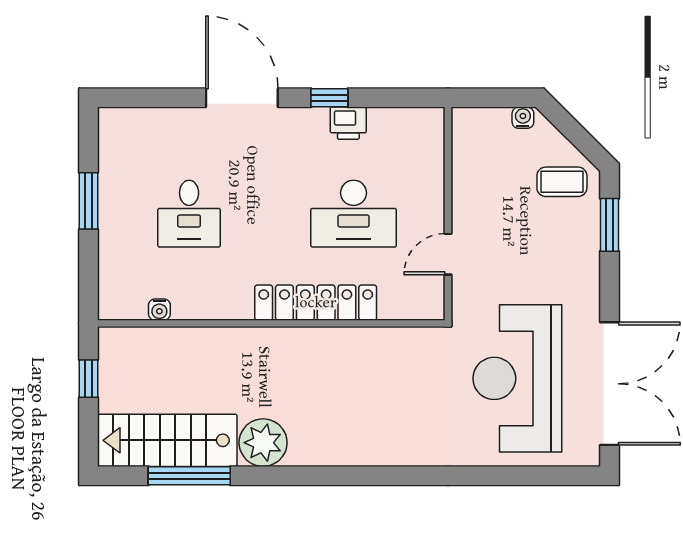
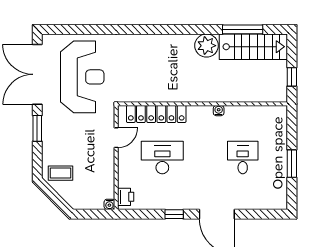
water cooler: (523, 118) -> (109, 204), moved
printer: (348, 123) -> (126, 197), moved, turned 90
window: (610, 225) -> (37, 128), moved
locker: (316, 303) -> (156, 114), moved
water cooler: (159, 310) -> (219, 111), moved

